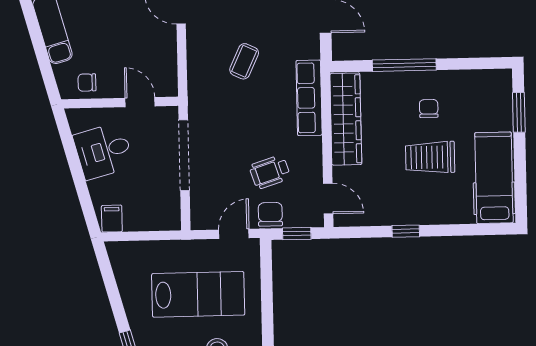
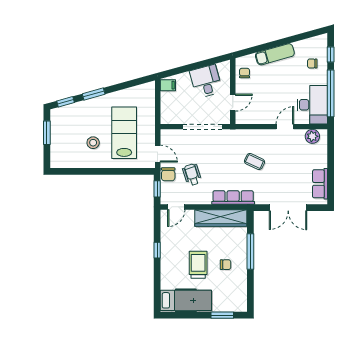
chair: (270, 214) -> (168, 174), turned 90
lab bench: (198, 294) -> (124, 133), turned 180

